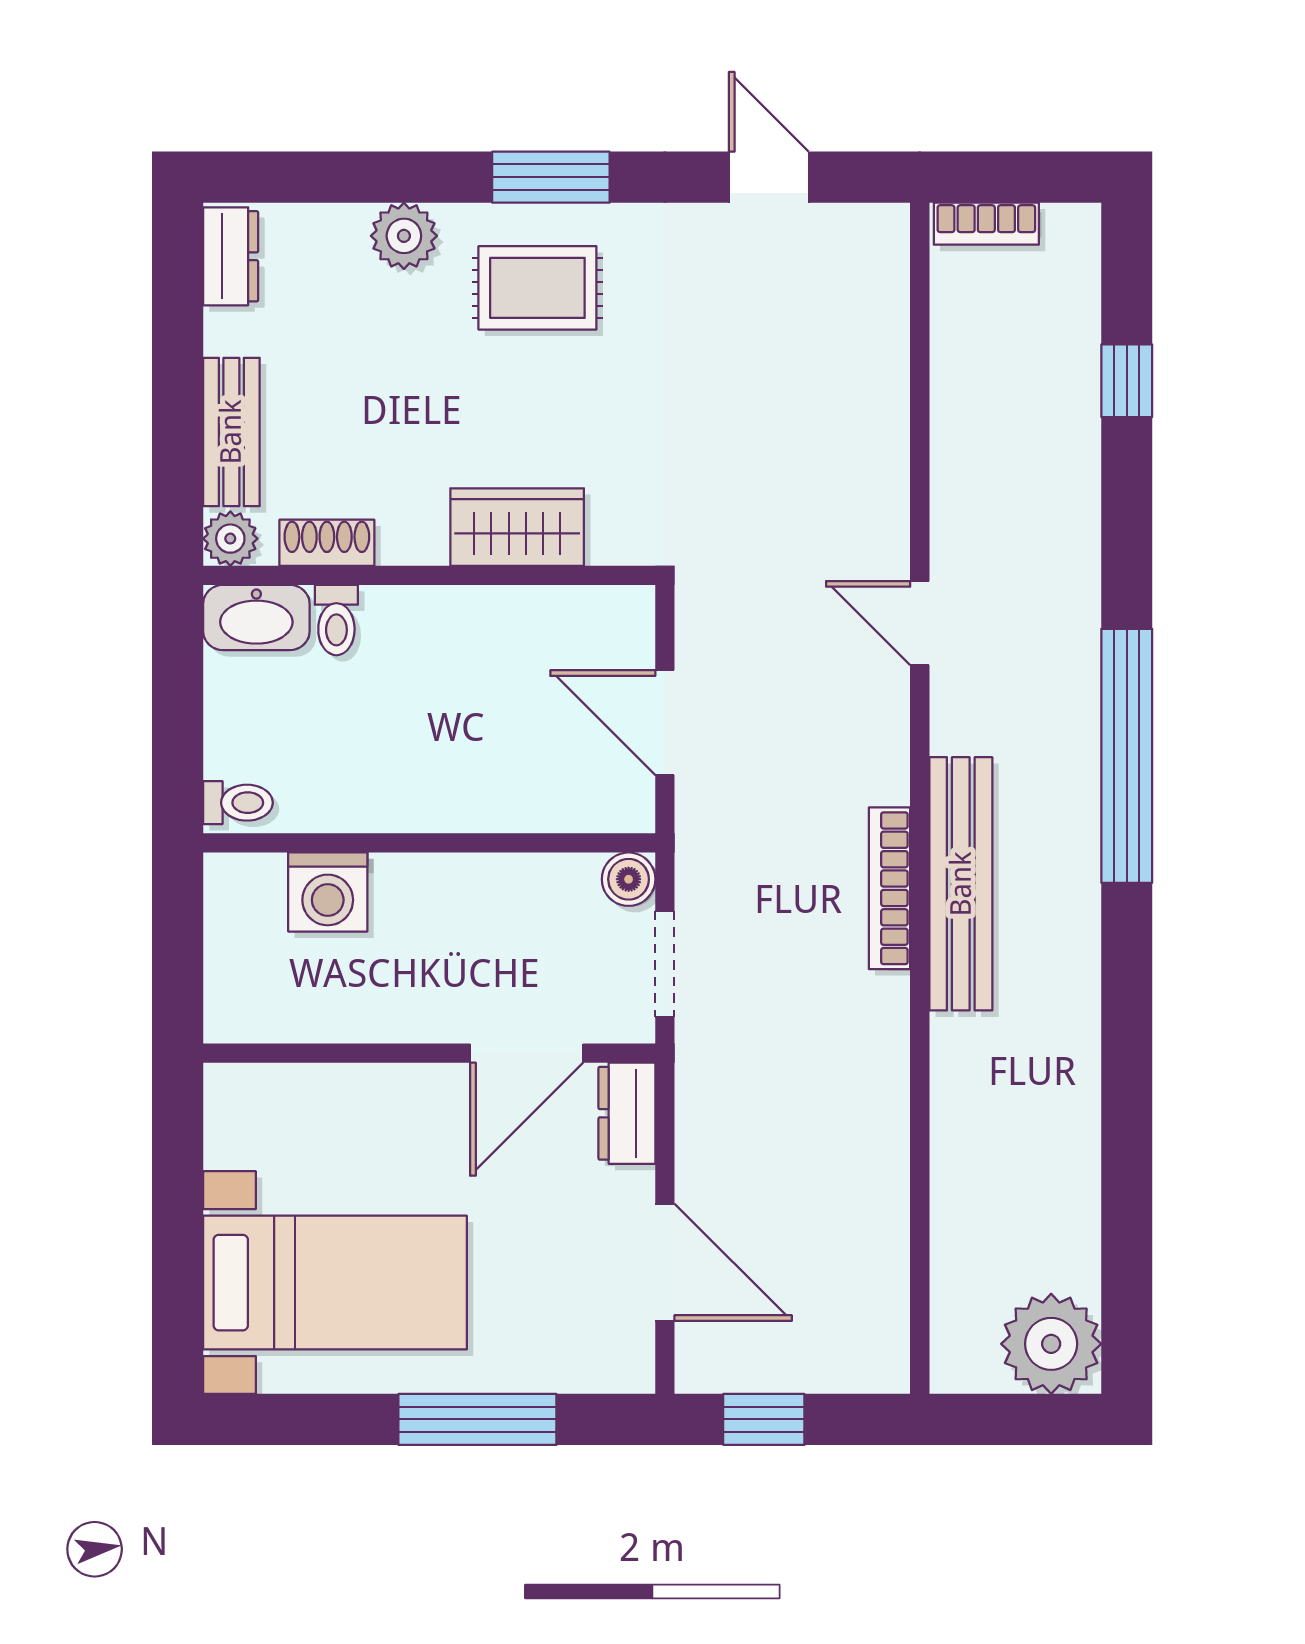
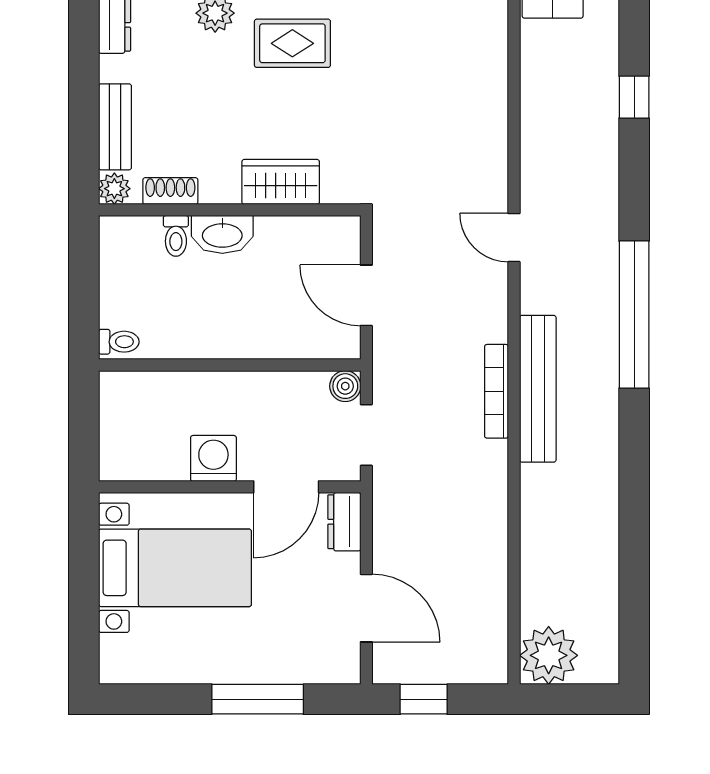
washbasin: (256, 618) -> (222, 234), moved
washing machine: (328, 892) -> (213, 458), moved, turned 180
bed with nightstands: (335, 1283) -> (175, 568), moved
plant: (1051, 1344) -> (549, 655), moved

